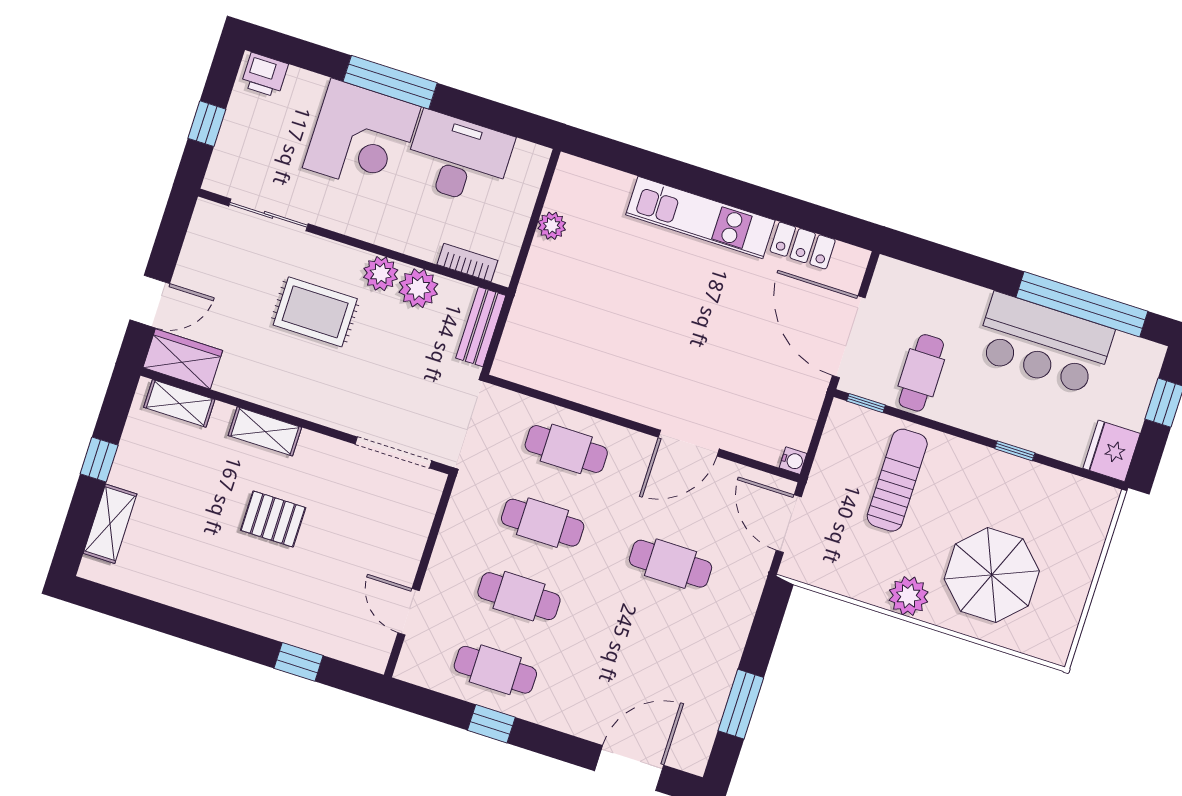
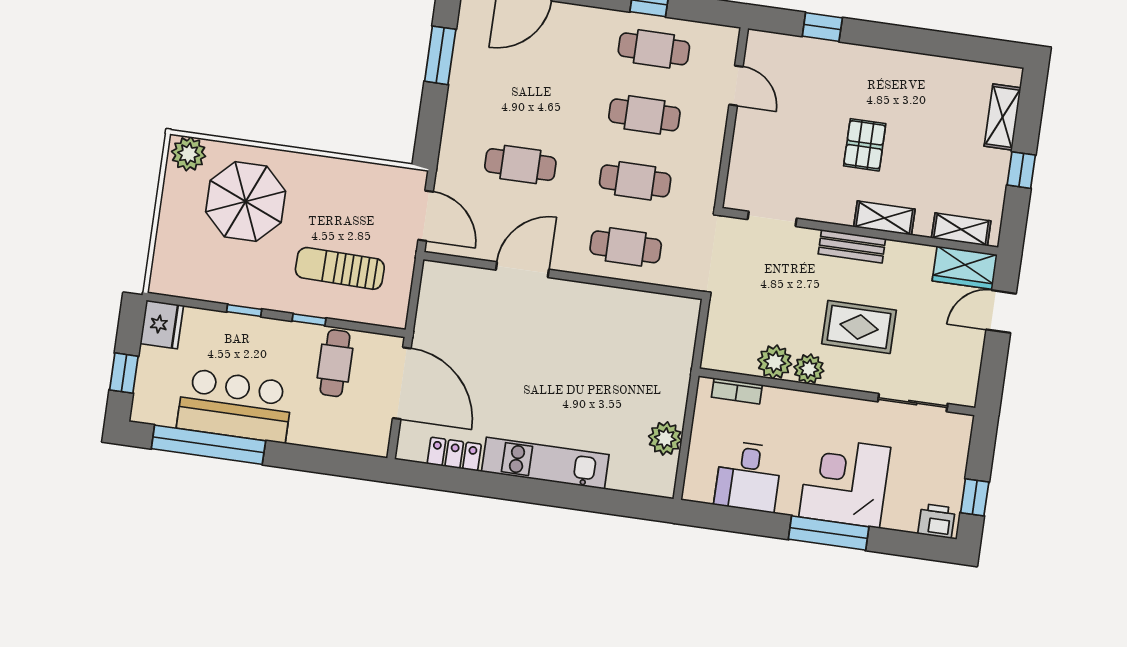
window: (207, 124) -> (975, 497), moved
desk: (458, 158) -> (748, 476), width x0.73
plant: (552, 226) -> (665, 438), width x1.38, depth x1.38
bench: (481, 327) -> (852, 246), moved, turned 90
window: (866, 403) -> (309, 320), moved
doorway: (393, 452) -> (772, 219), width x0.73
water cooler: (793, 461) -> (431, 270), removed
sun lounger: (897, 480) -> (340, 268), turned 91
pallet: (273, 519) -> (865, 145), turned 90
plant: (909, 596) -> (189, 154), moved

